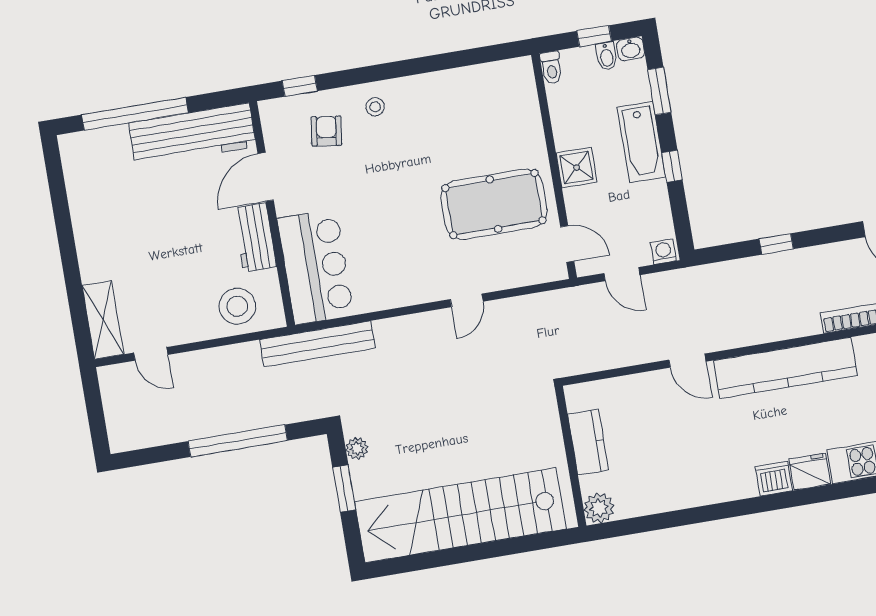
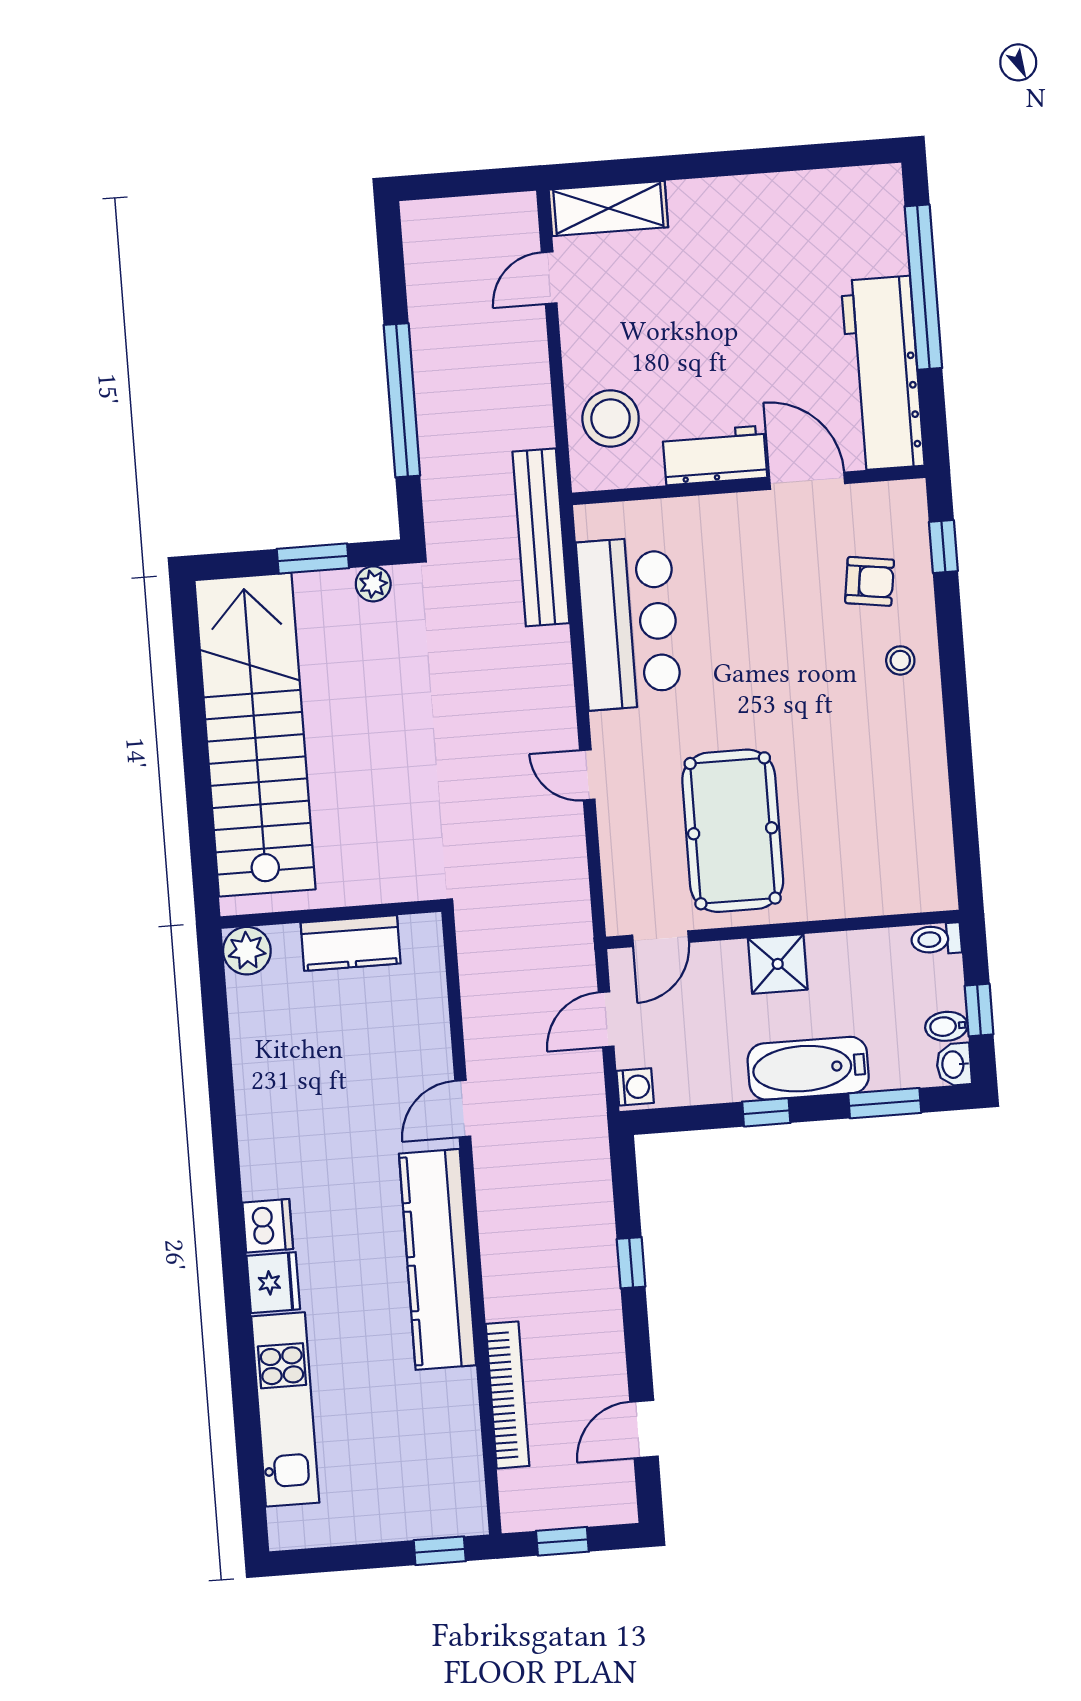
bar counter: (316, 267) -> (629, 623), moved, turned -90

